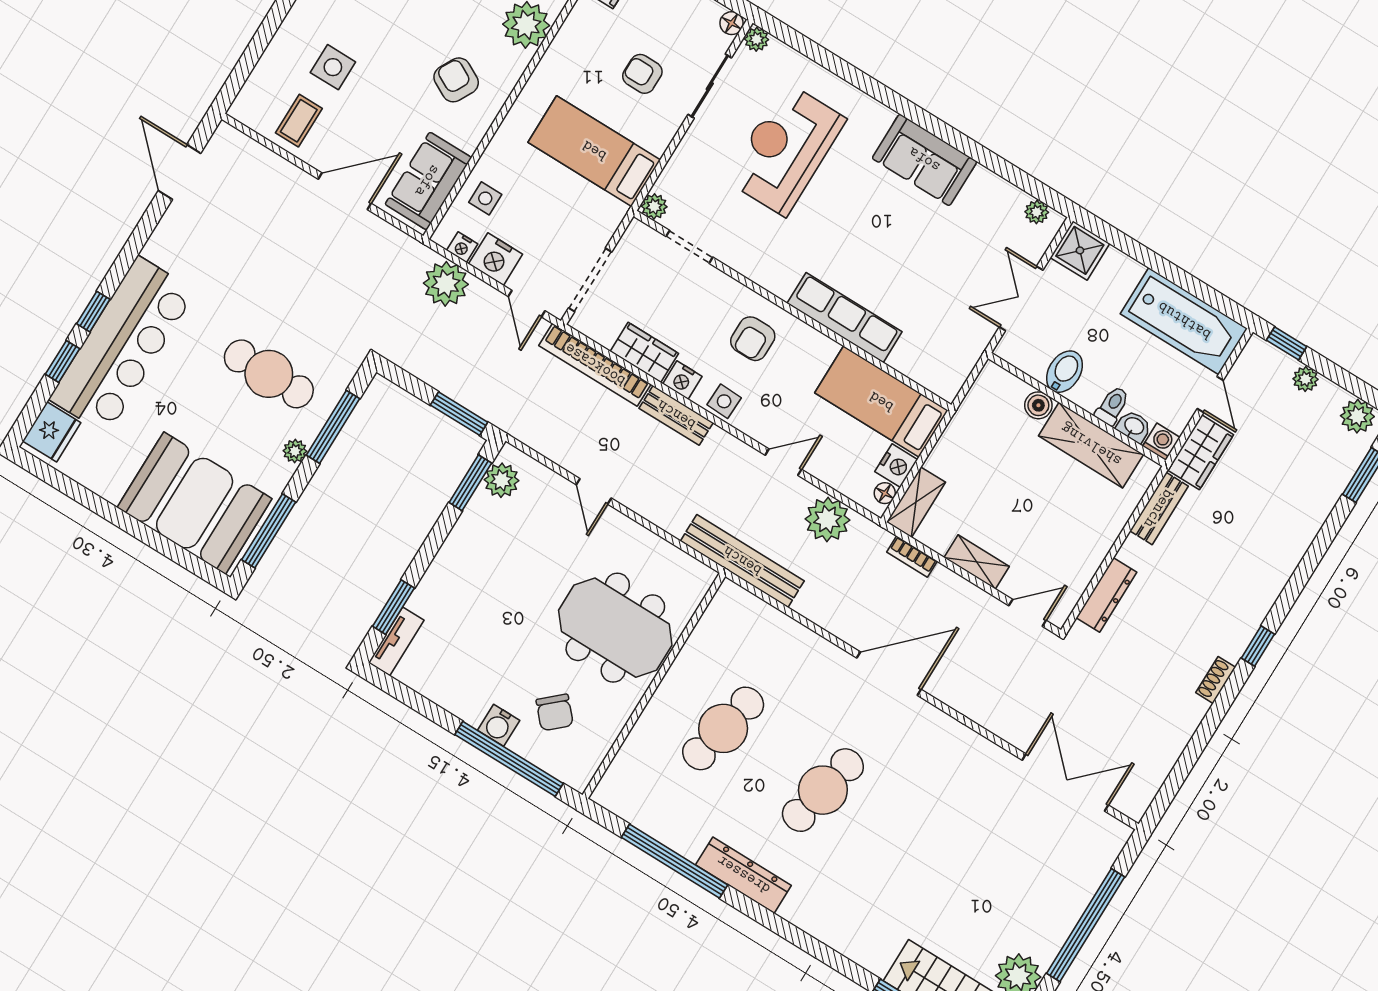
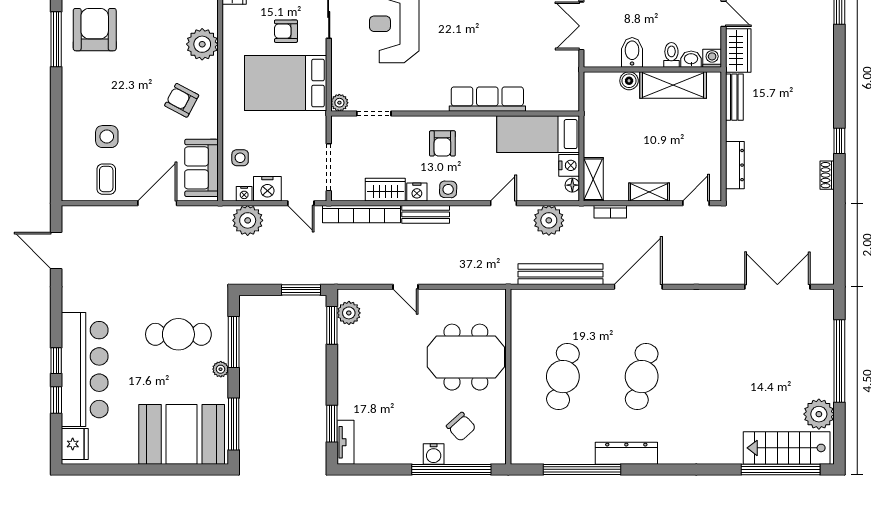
bed: (594, 151) -> (286, 83), width x1.50
bench: (742, 561) -> (560, 274), moved

